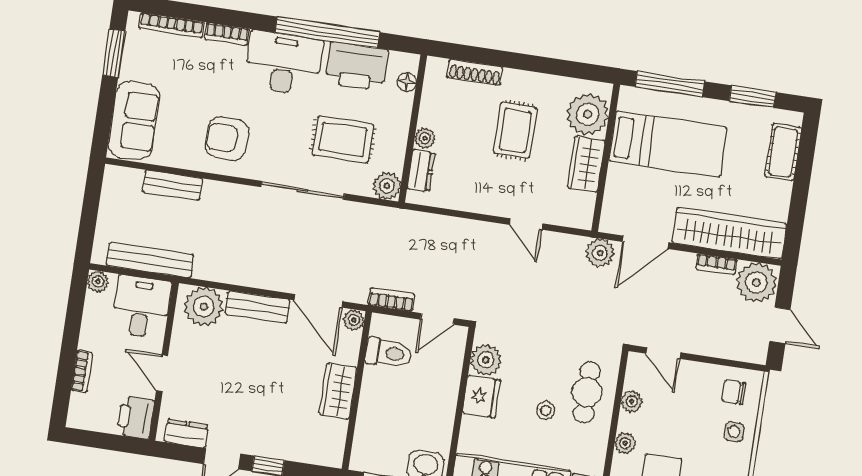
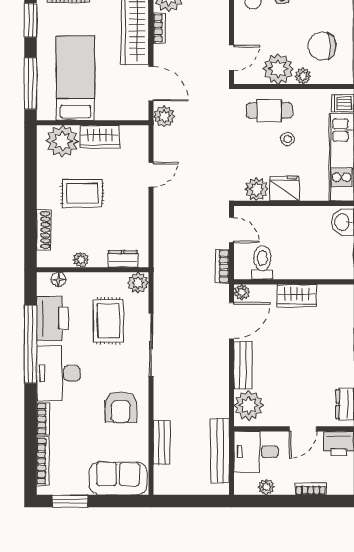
plant: (425, 138) -> (81, 260), moved
plant: (98, 281) -> (266, 487), moved
plant: (632, 401) -> (278, 69), width x1.87, depth x1.87

